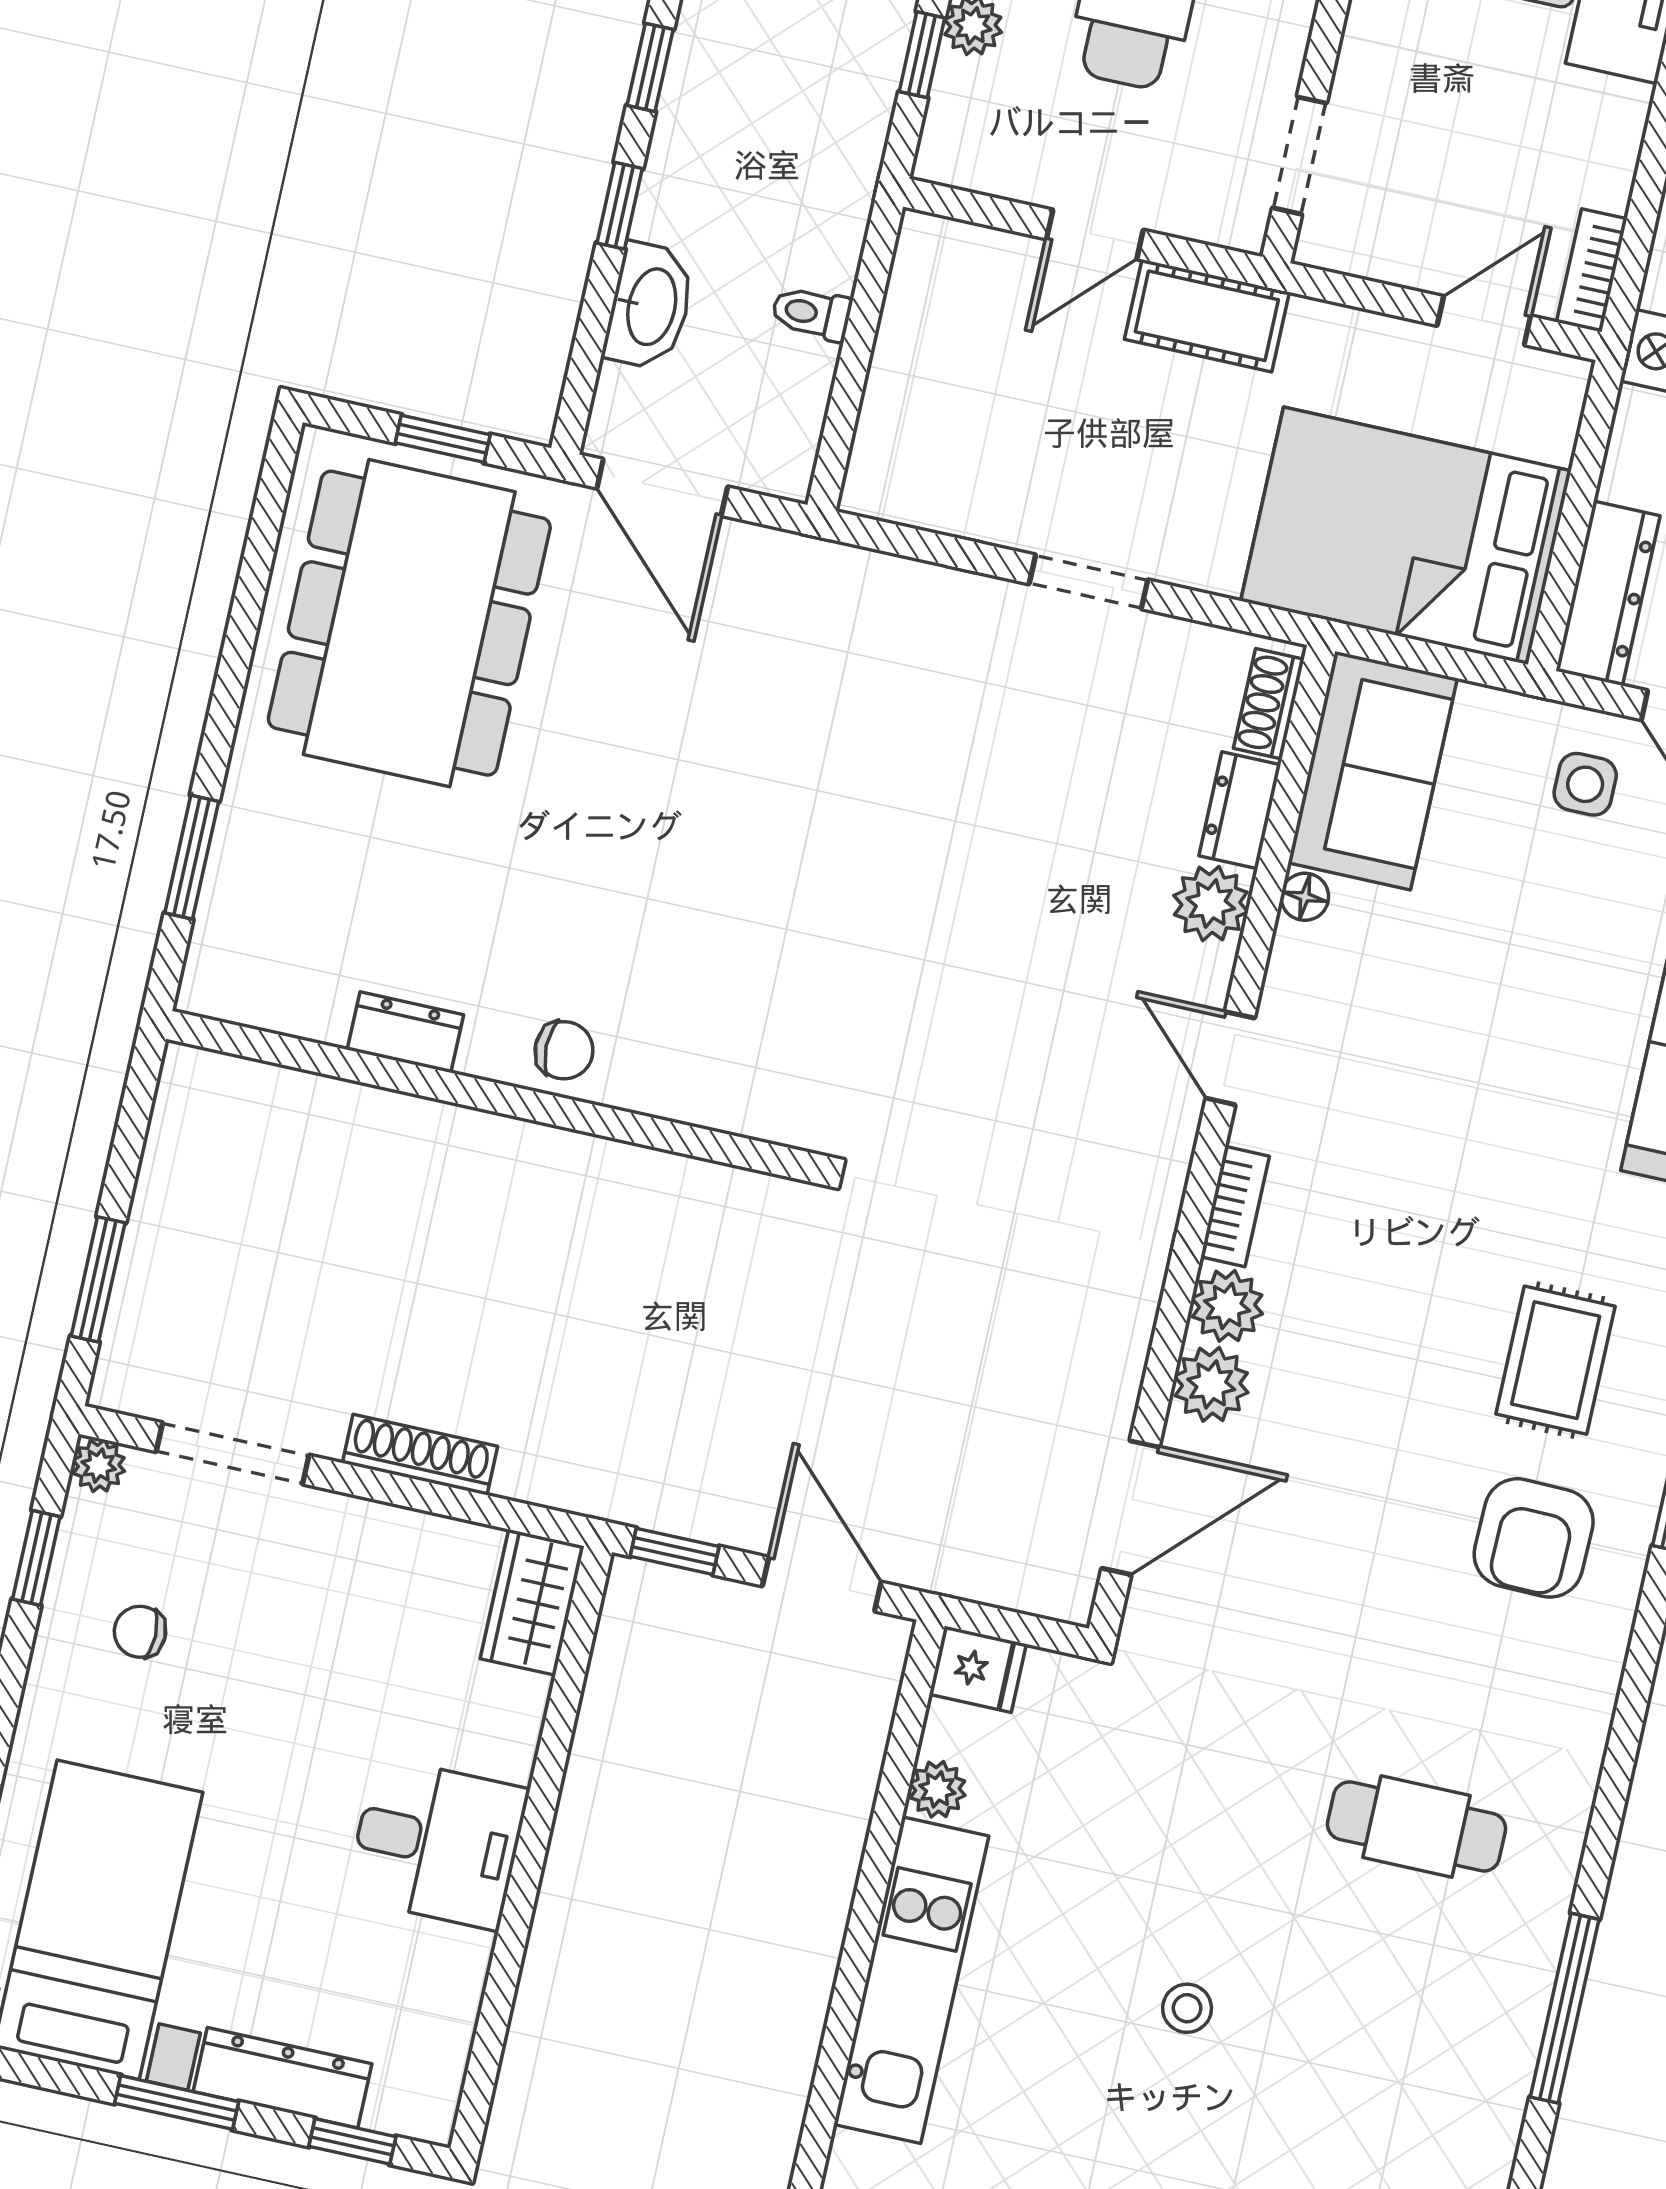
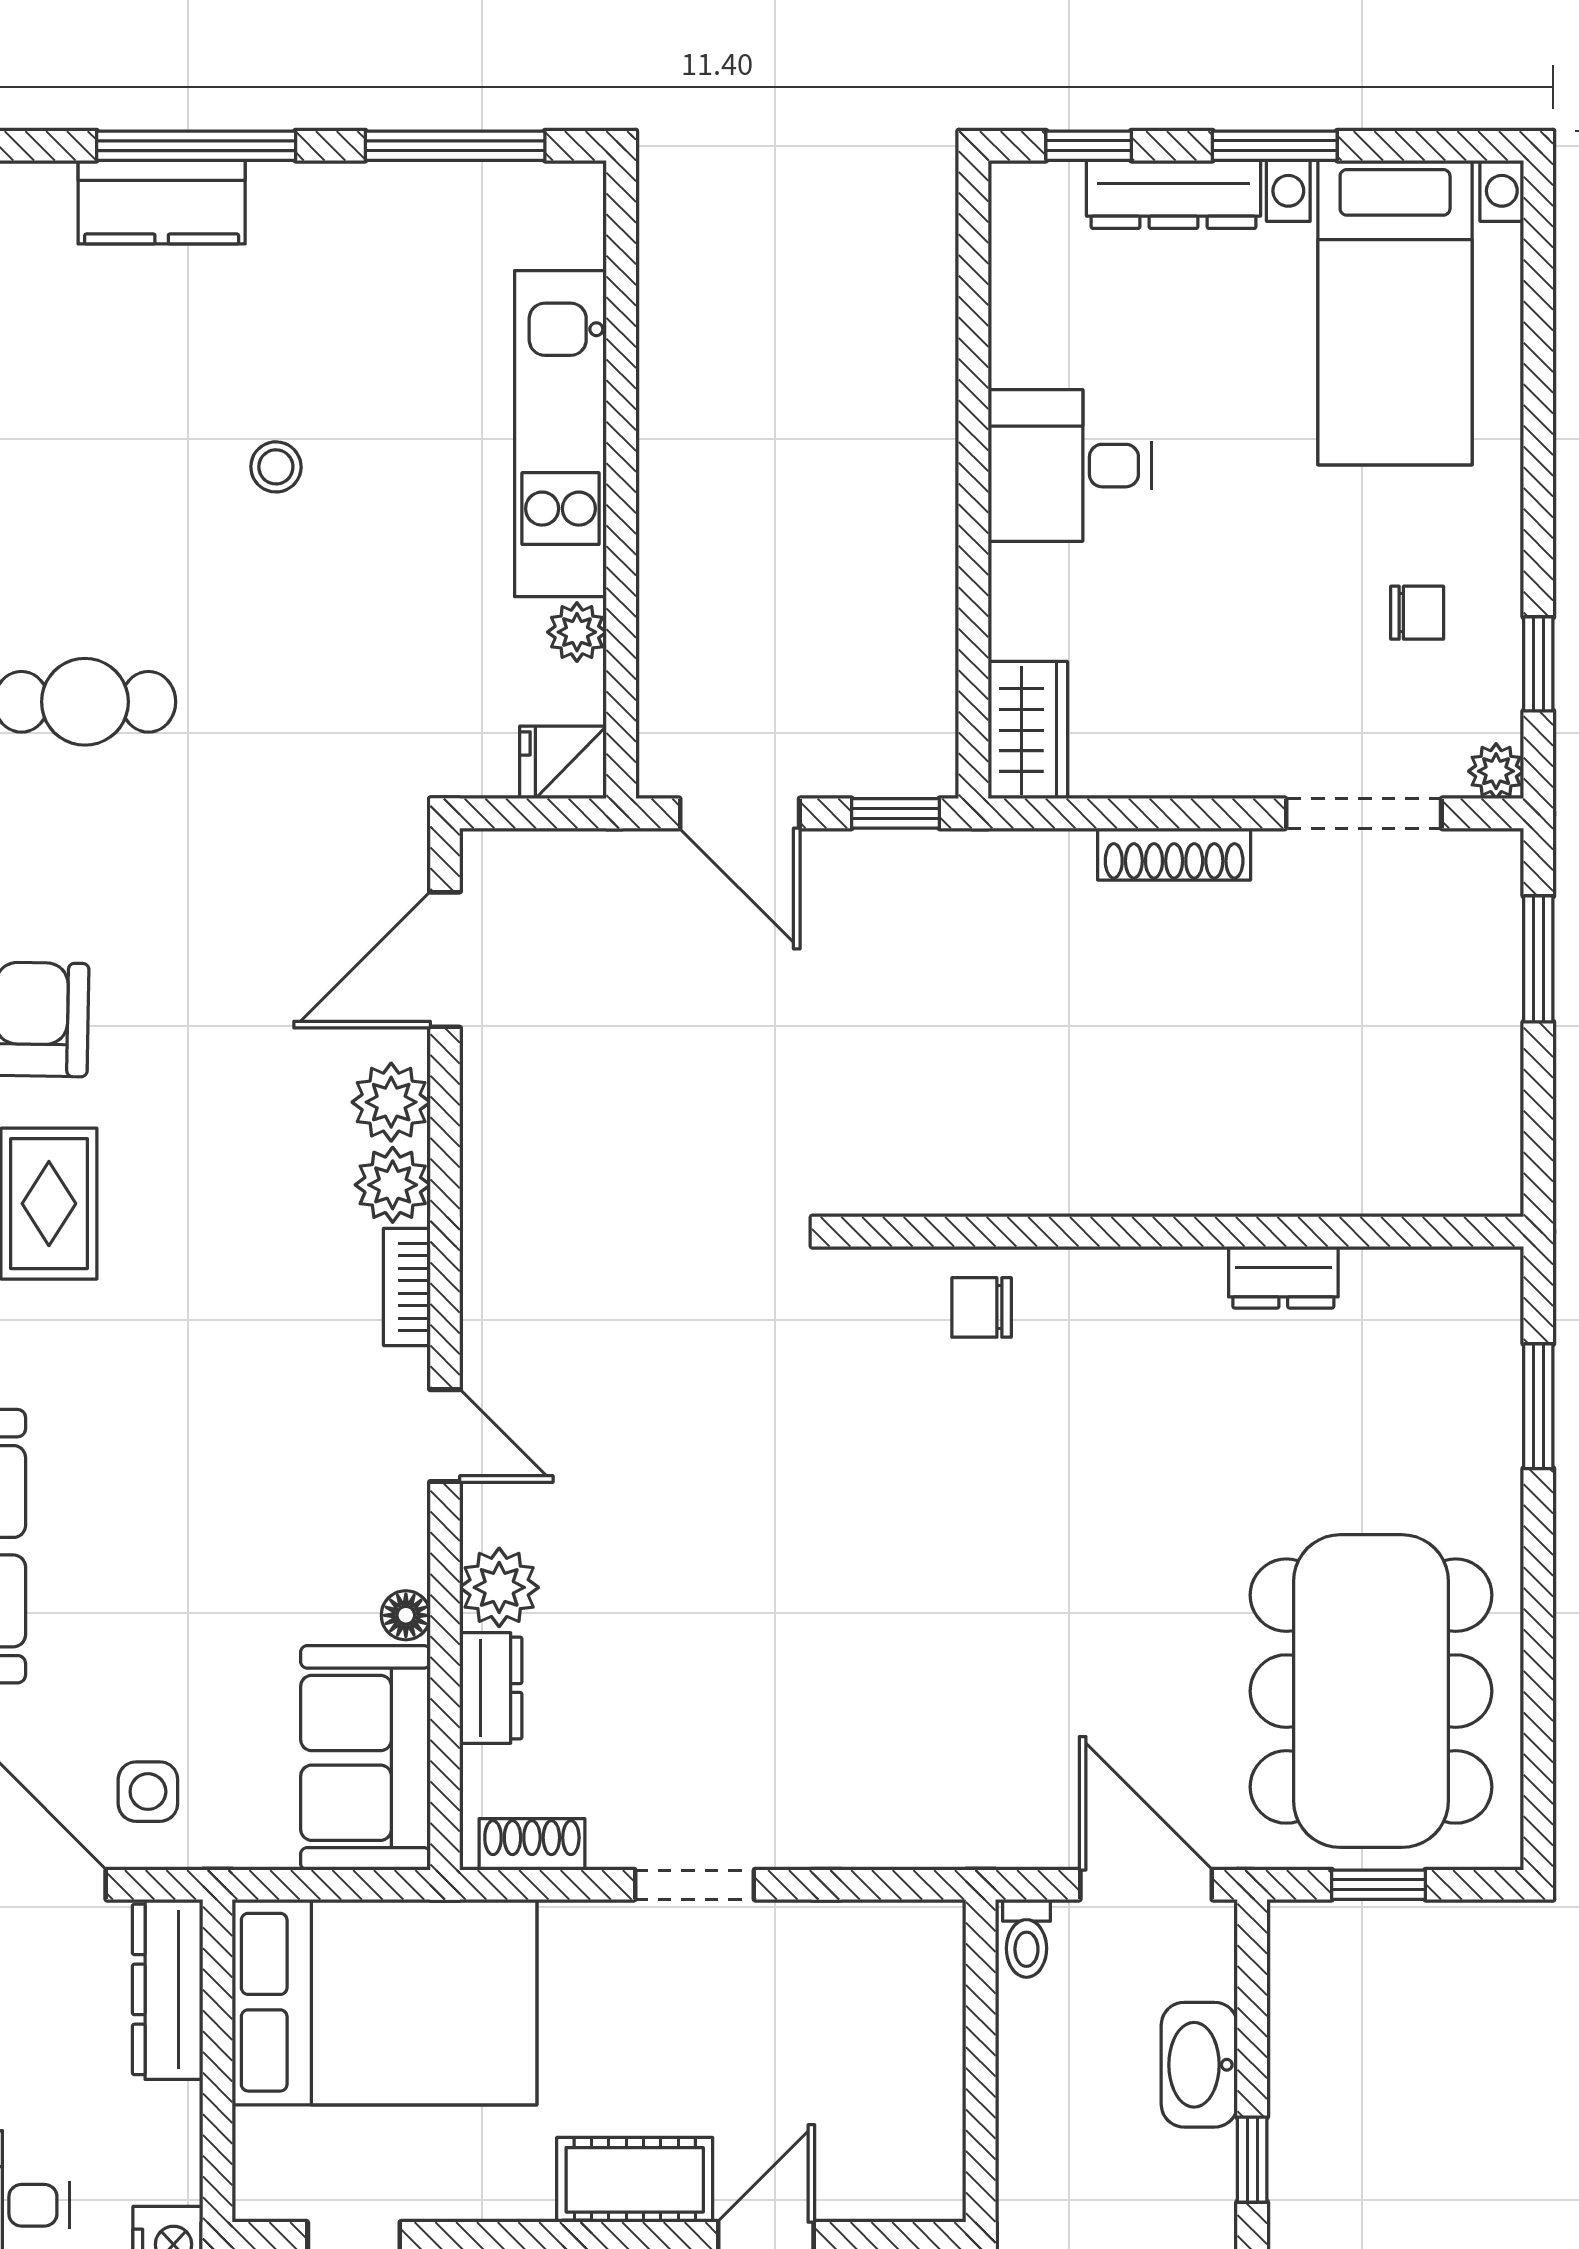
toilet: (812, 313) -> (1026, 1938), moved, turned 90
shoe rack: (1269, 704) -> (532, 1844), moved, turned -90
chair: (564, 1050) -> (982, 1307), moved

